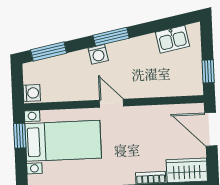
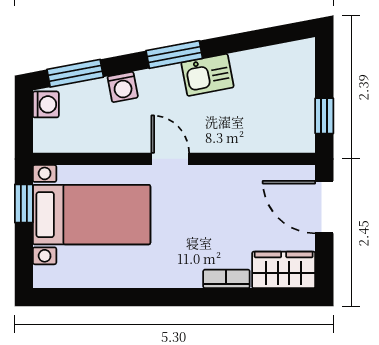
kitchen sink: (173, 39) -> (207, 75), moved
washing machine: (98, 54) -> (123, 87), moved
washing machine: (32, 93) -> (46, 104), moved

